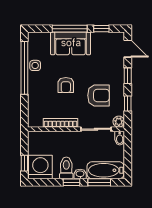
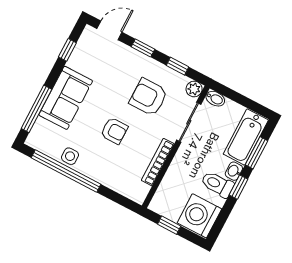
window: (70, 29) -> (36, 109), moved
armchair: (98, 95) -> (148, 97), turned -90
window: (24, 163) -> (169, 225), moved

